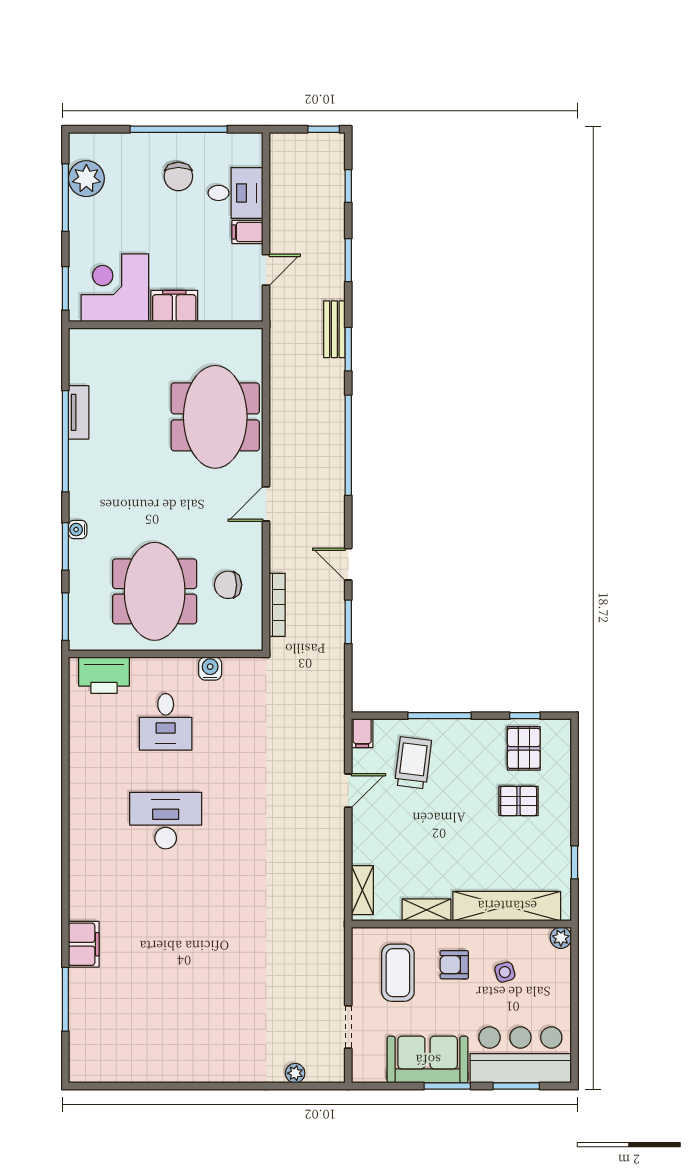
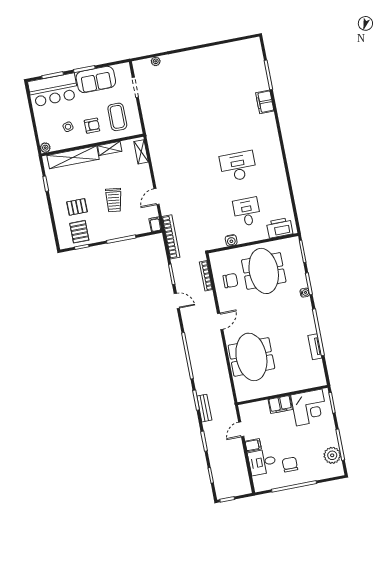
bookcase: (335, 700) -> (171, 237), added
trolley: (413, 763) -> (114, 200), moved
desk: (166, 821) -> (238, 166), turned 180

